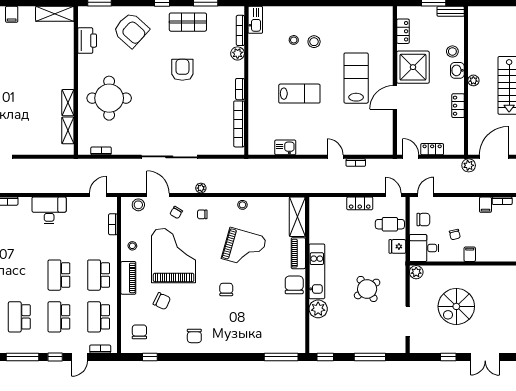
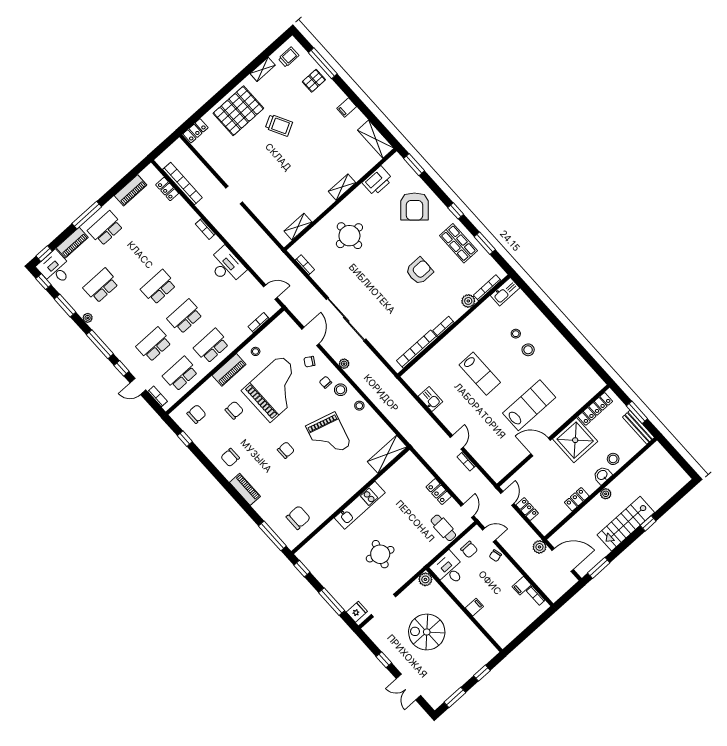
bench: (451, 11) -> (638, 427), width x1.36
locker: (403, 31) -> (595, 409), width x1.53
round table: (109, 98) -> (349, 236), width x0.73, depth x0.73
shelving: (68, 103) -> (342, 187), moved
stool: (138, 205) -> (341, 390), moved
chair: (455, 235) -> (495, 556), moved
fridge: (397, 246) -> (357, 612), moved, turned 90
piano: (298, 253) -> (245, 489), moved, turned 90
chair: (294, 285) -> (298, 518), moved
round table: (367, 289) -> (380, 554), turned -36
chair: (162, 301) -> (234, 410), turned -115
plant: (318, 309) -> (333, 531), removed
school desk: (19, 317) -> (158, 287), moved

